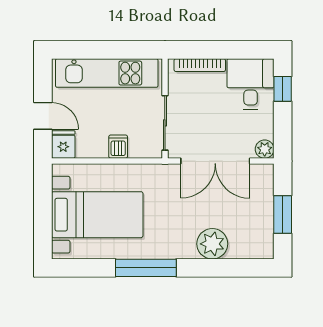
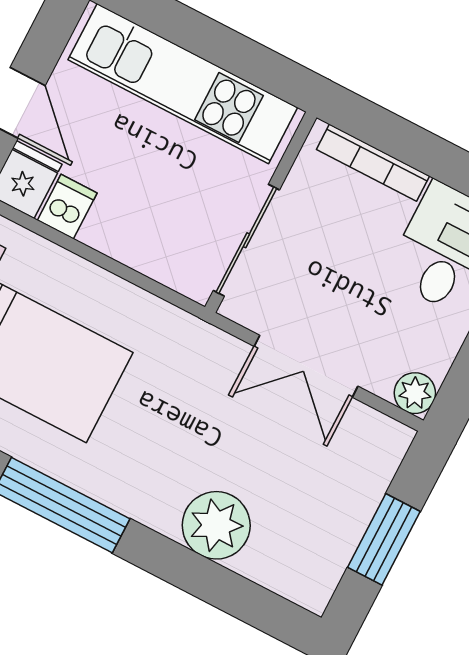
dishwasher: (118, 147) -> (67, 207), moved
double door: (215, 161) -> (306, 366), width x0.73

